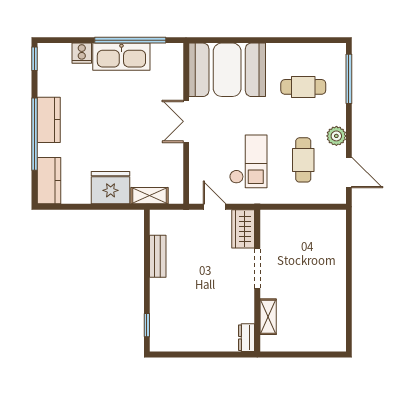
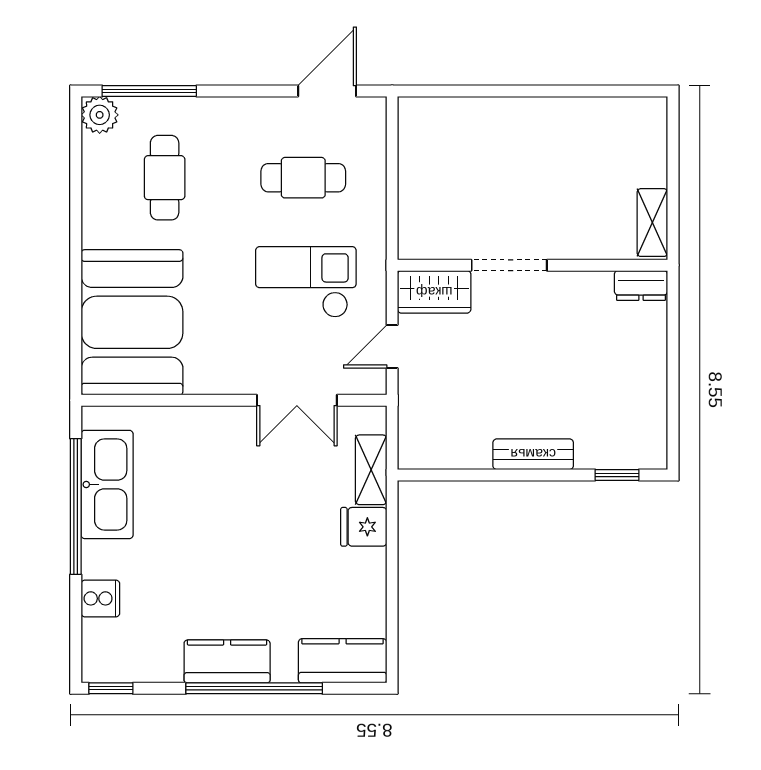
kitchen sink: (121, 57) -> (107, 484), moved
double door: (186, 121) -> (297, 400), moved
plant: (336, 136) -> (100, 115), moved
fridge: (111, 188) -> (364, 527), width x0.53, depth x0.75
bench: (158, 256) -> (533, 454), moved
shelving: (268, 317) -> (652, 223), moved, turned 90

